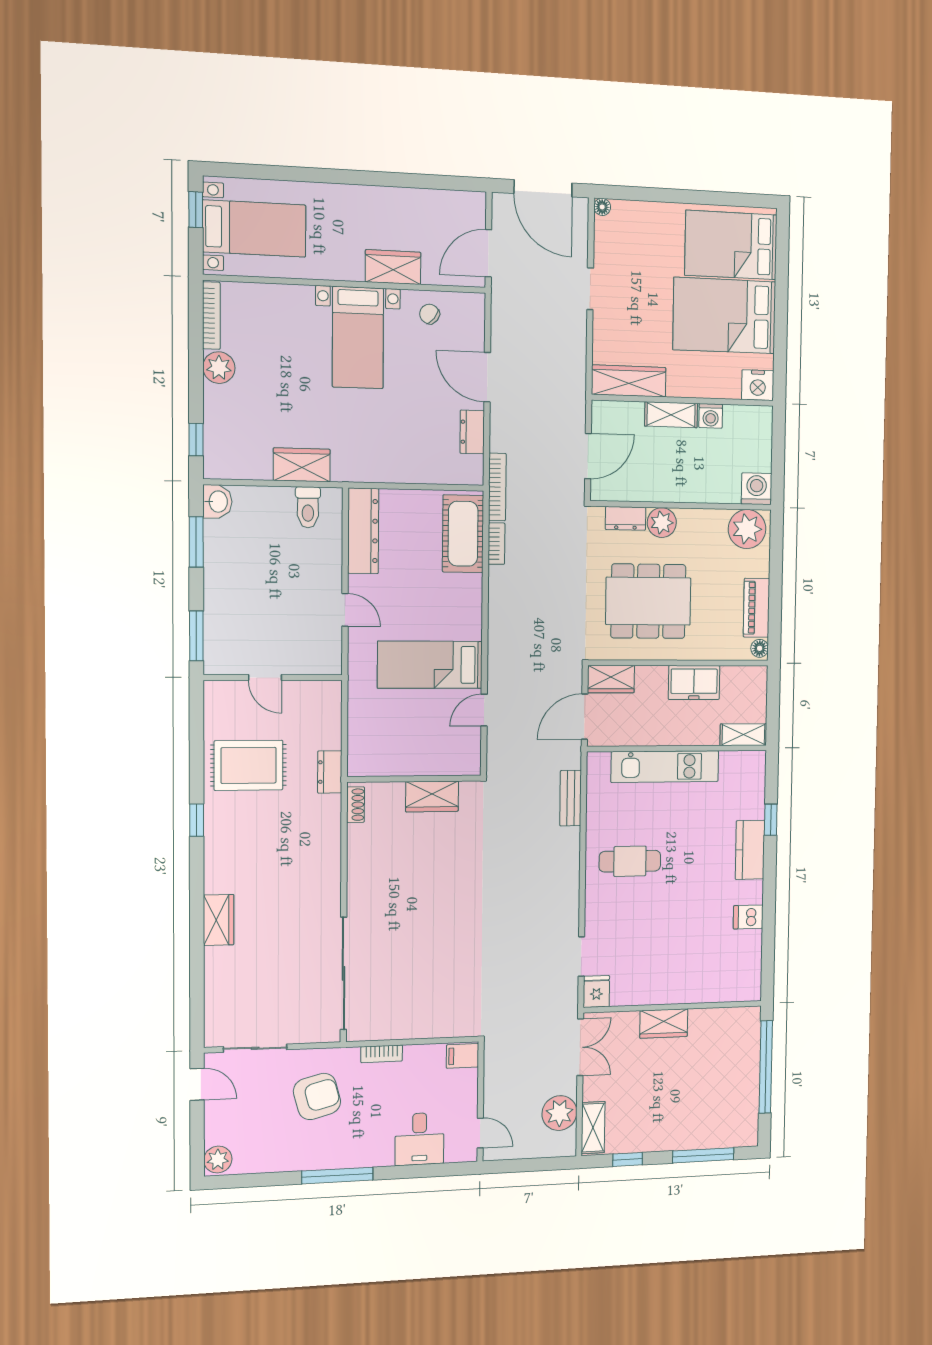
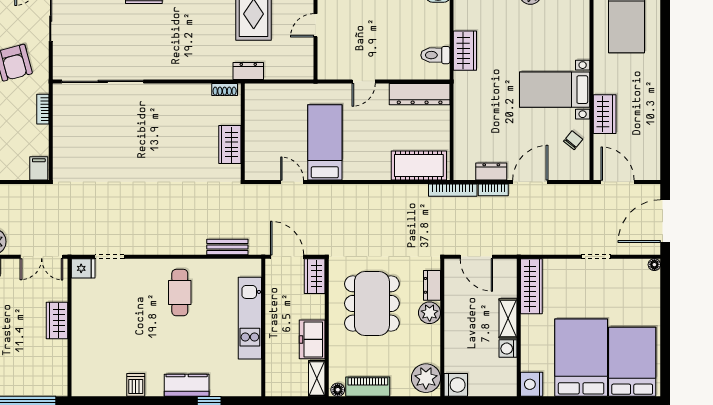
bookcase: (496, 544) -> (493, 190), moved
shelving: (743, 735) -> (317, 378), moved

